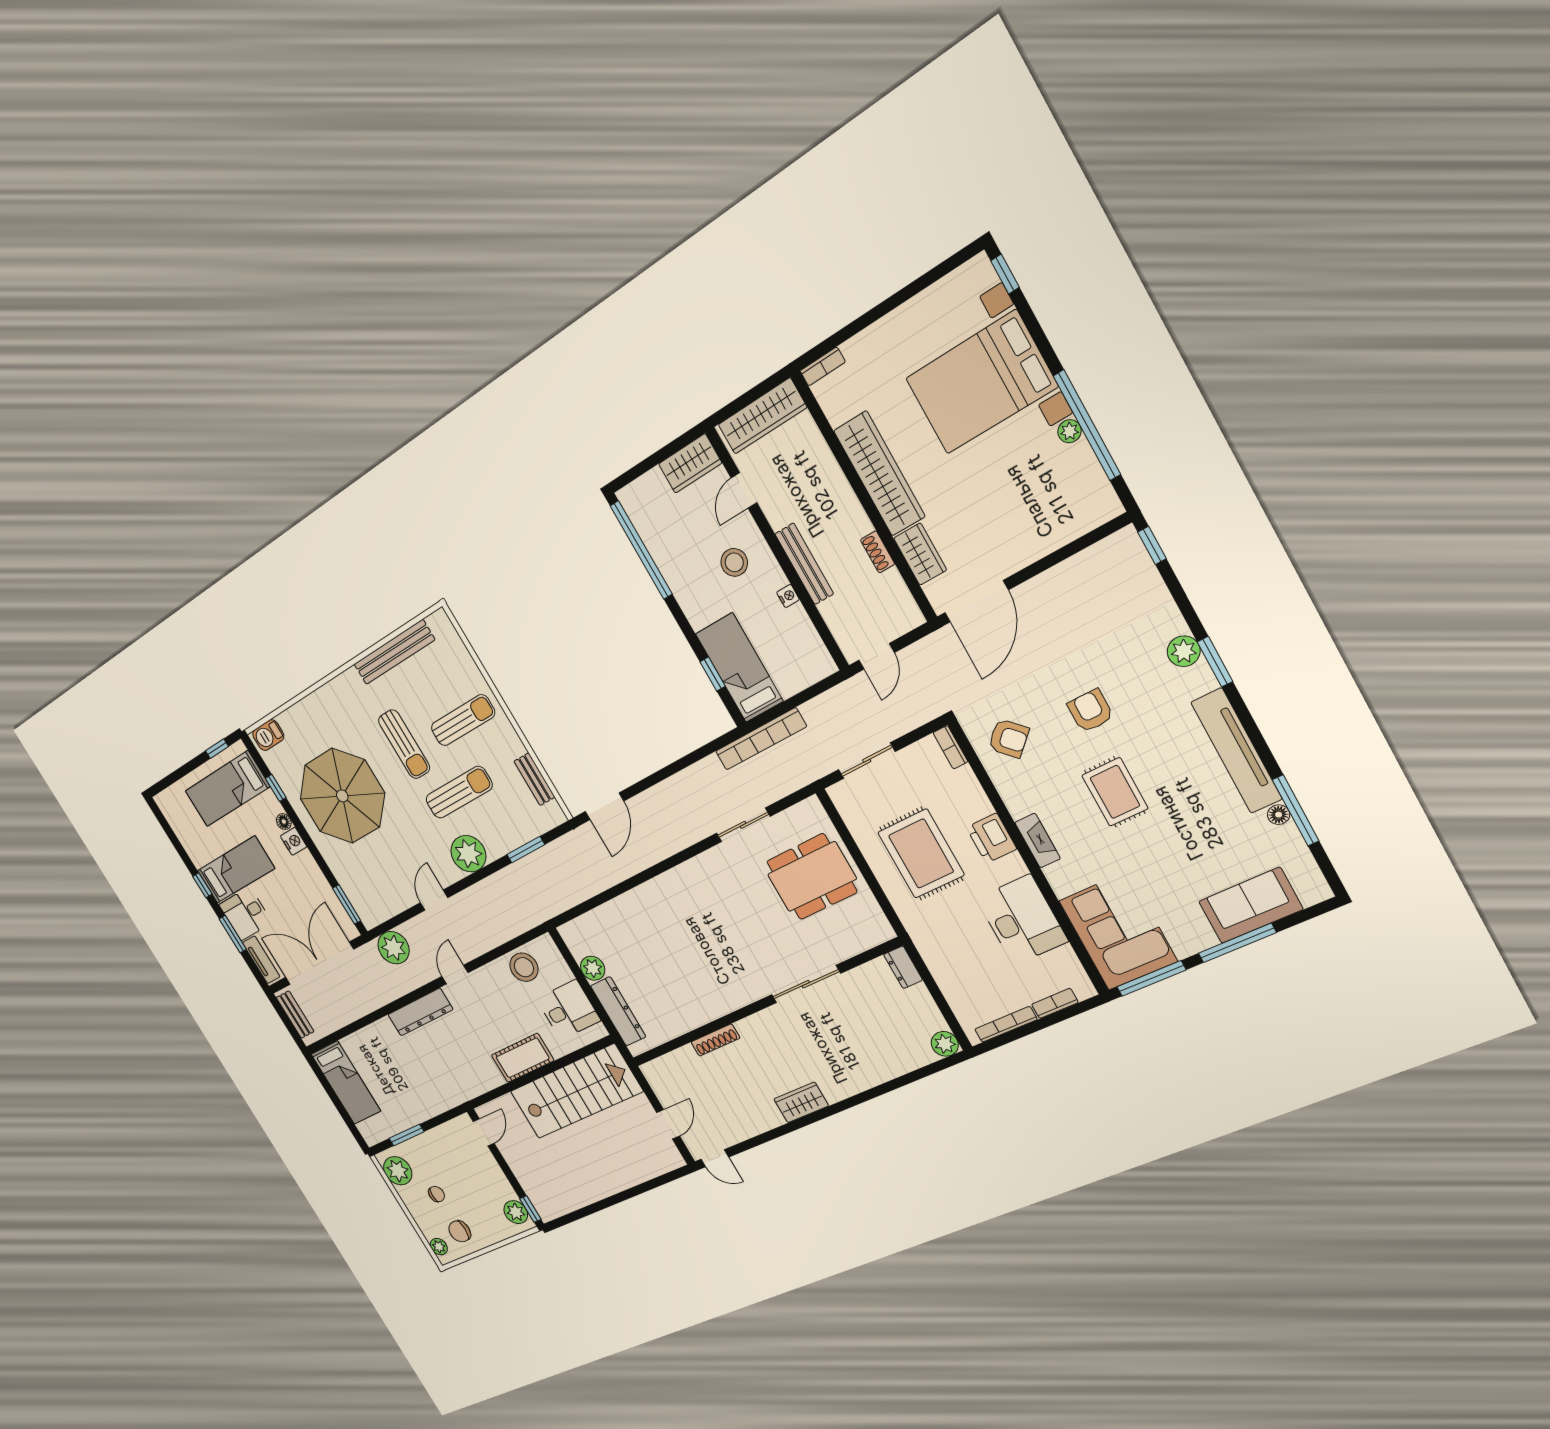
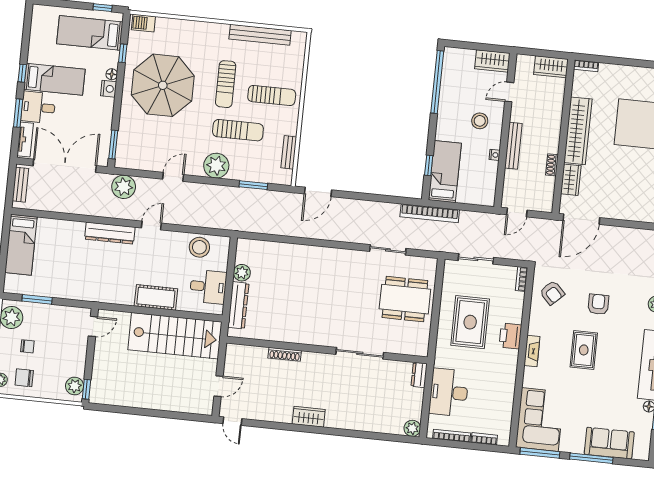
wardrobe: (762, 416) -> (551, 67), width x0.67
desk: (1022, 920) -> (449, 392), moved, turned 180

